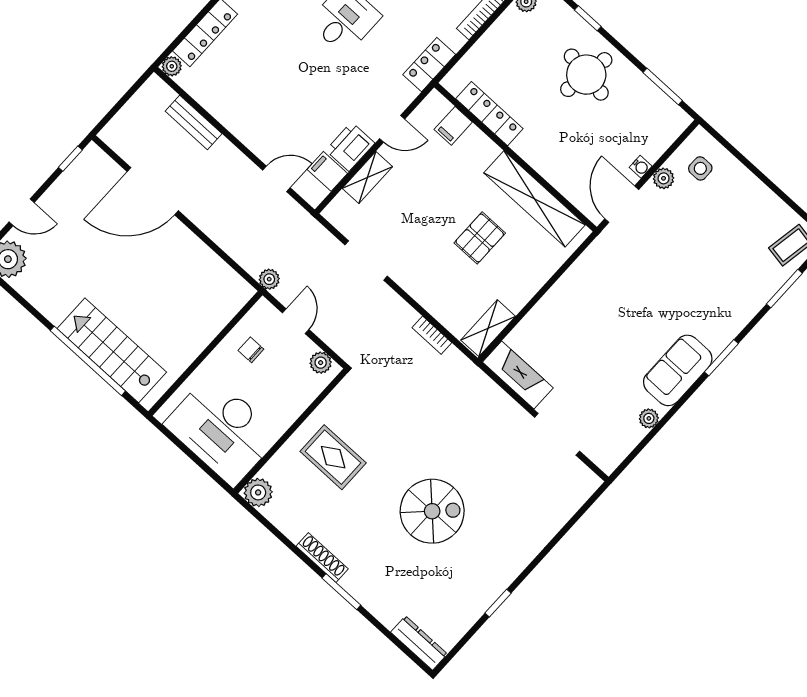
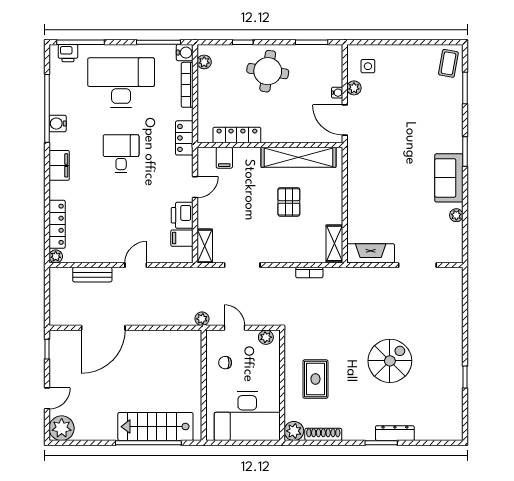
shelving: (367, 177) -> (205, 246), moved
door: (276, 179) -> (136, 265), moved
rug: (333, 457) -> (315, 379), turned 90
shoe rack: (322, 558) -> (323, 434), moved
dresser: (419, 643) -> (395, 433), moved

